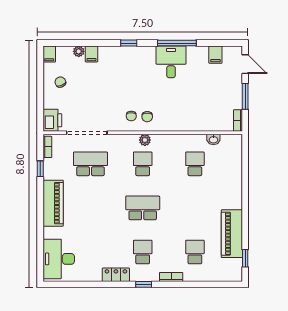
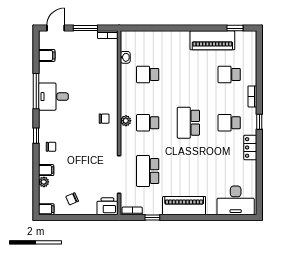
chair: (131, 116) -> (51, 147), moved

